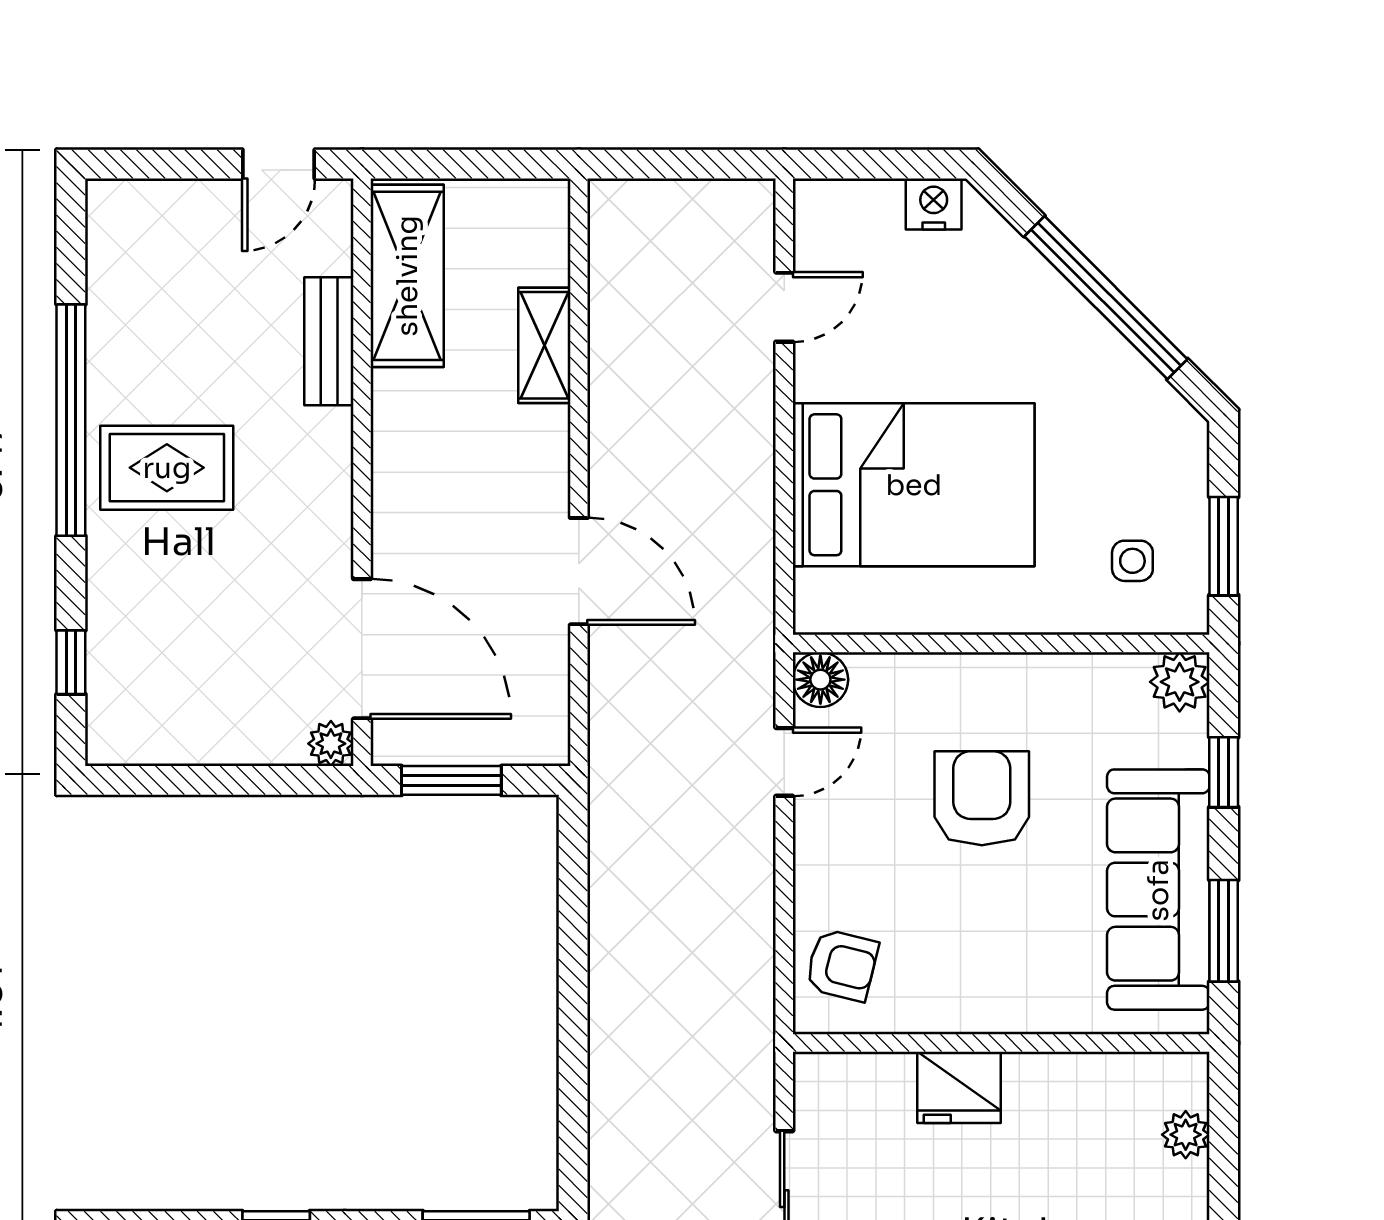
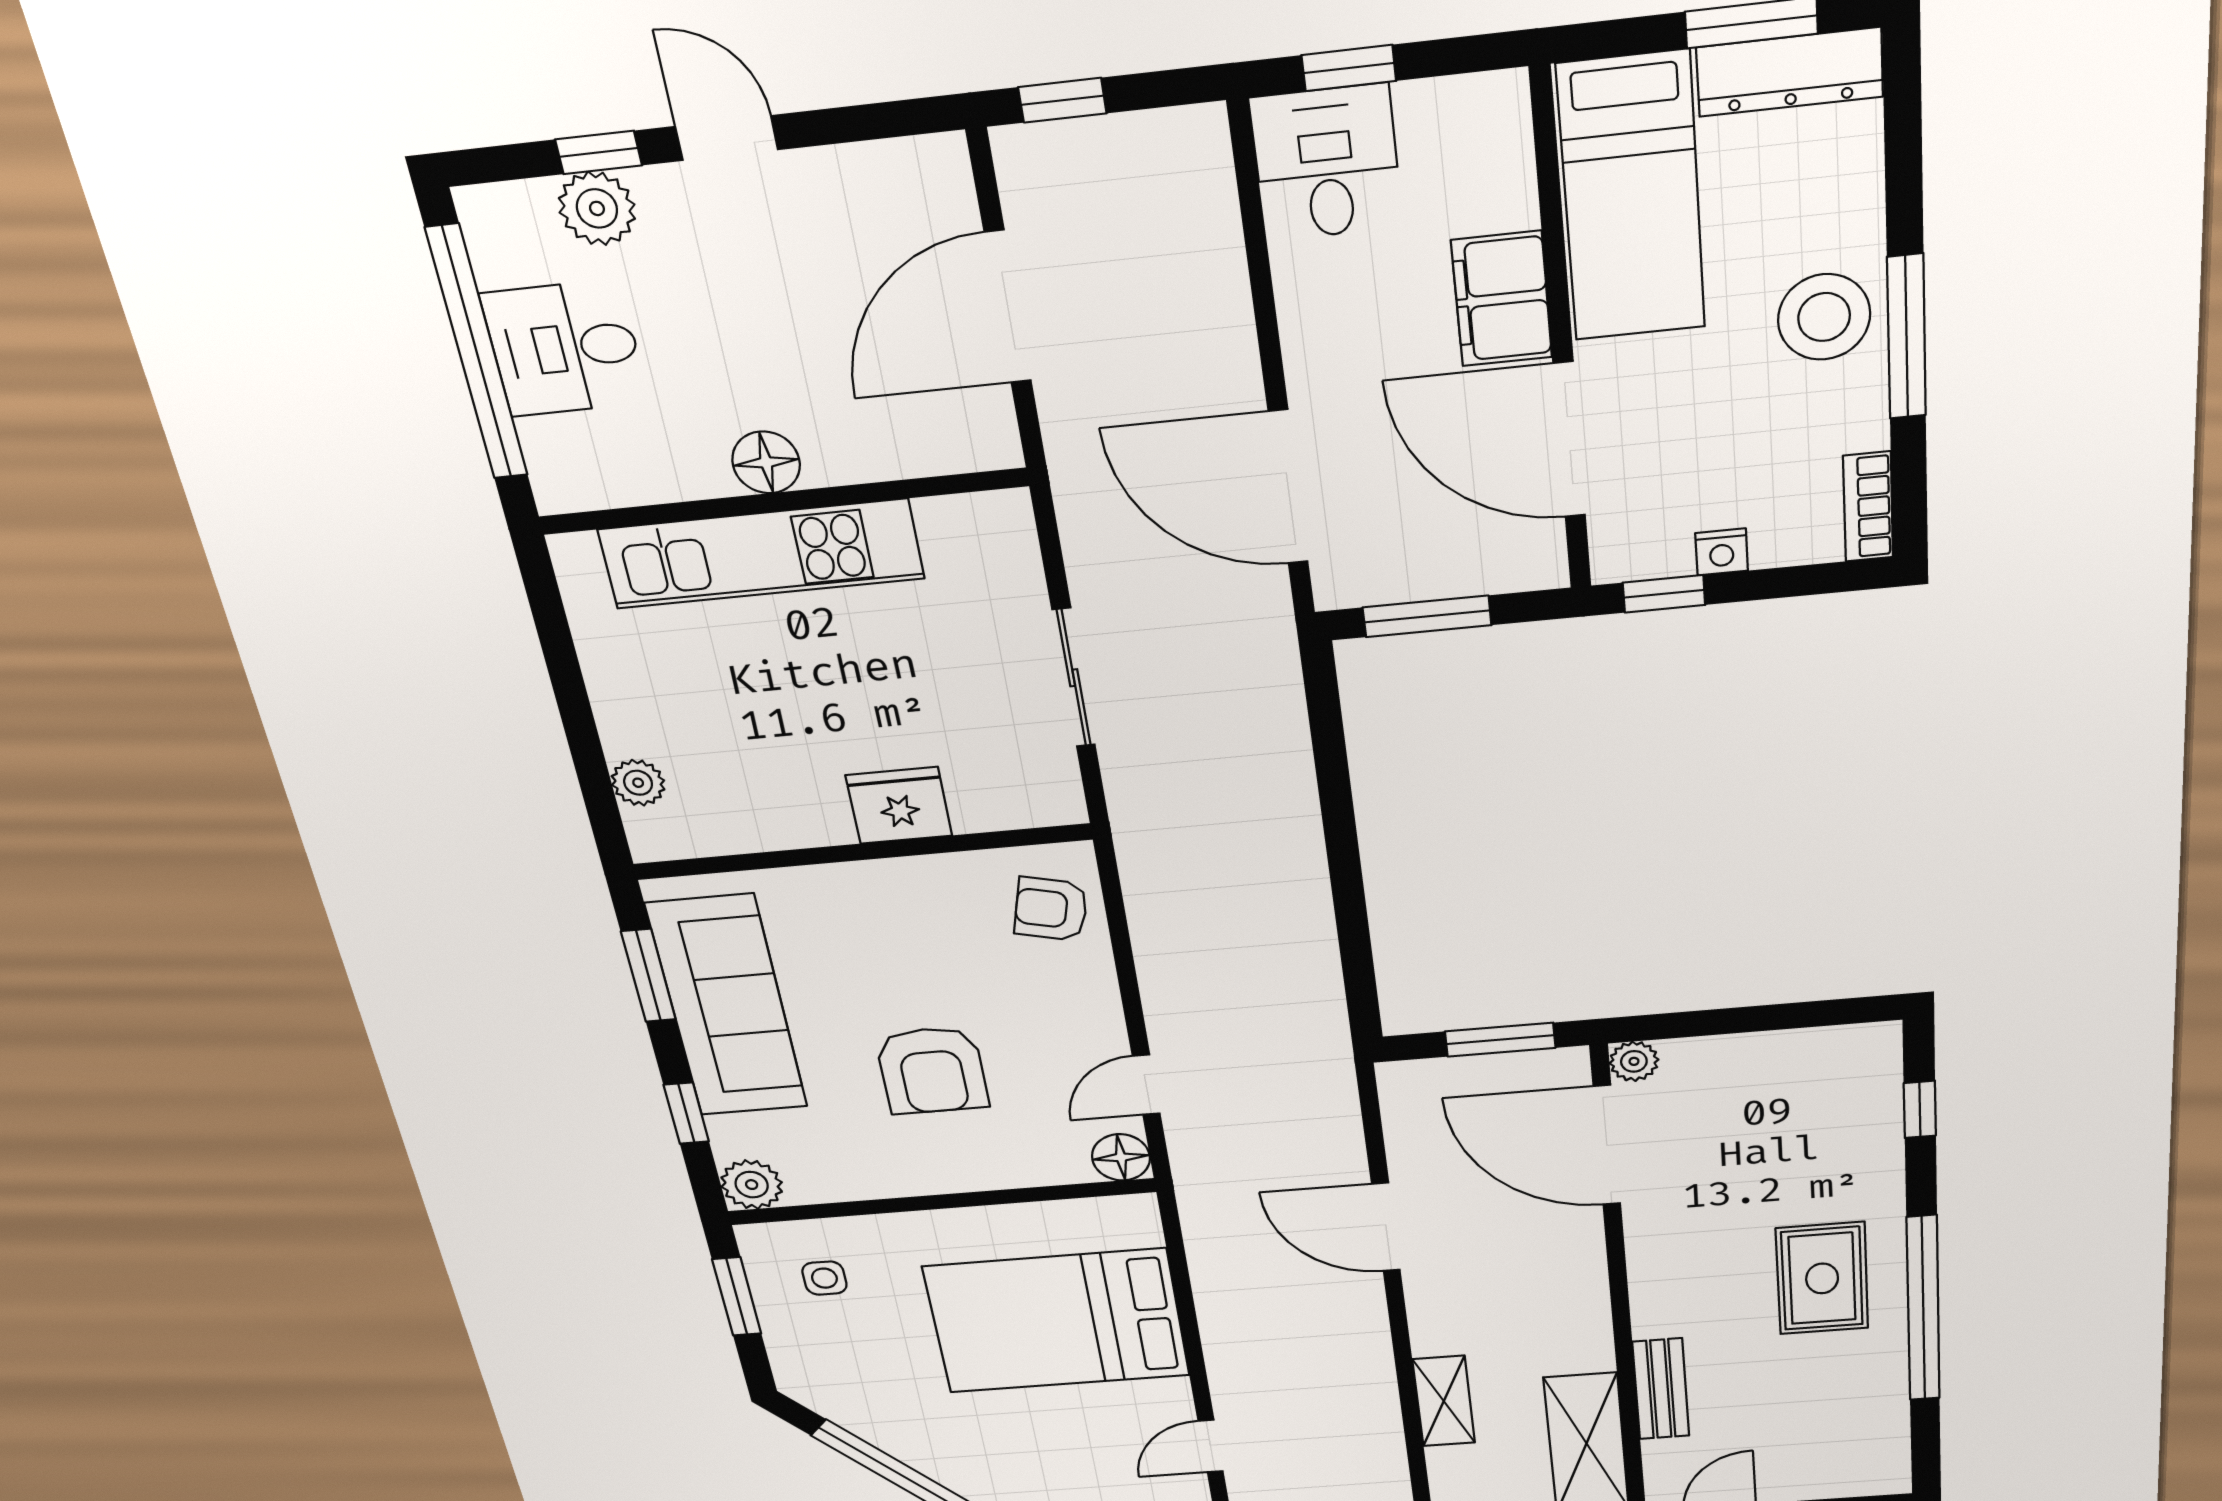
rug: (167, 468) -> (1822, 1278), turned 90

